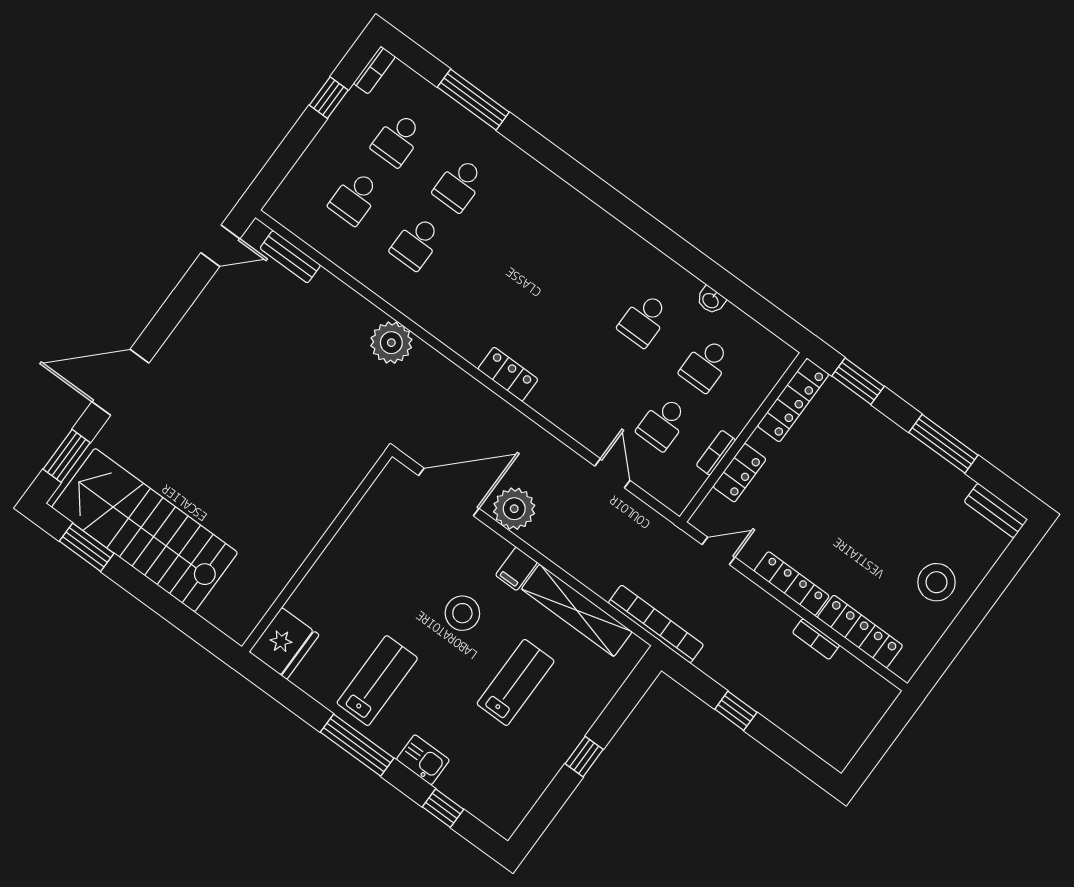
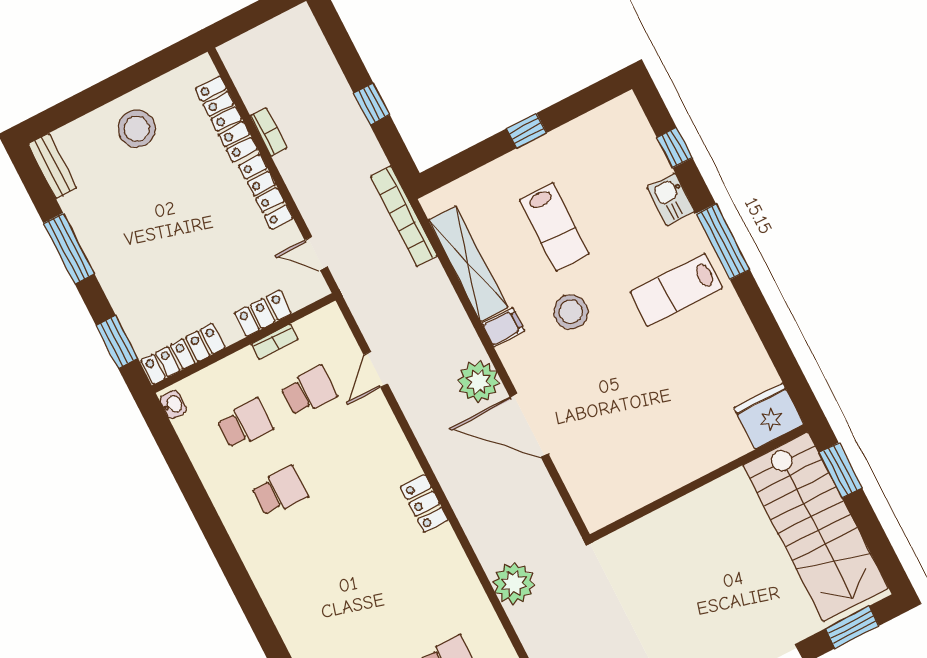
washbasin: (711, 300) -> (173, 405), moved
window: (87, 547) -> (840, 470), moved
wall: (317, 551) -> (699, 483), moved
fridge: (284, 643) -> (769, 416), moved
lab bench: (516, 682) -> (554, 227), turned -90

